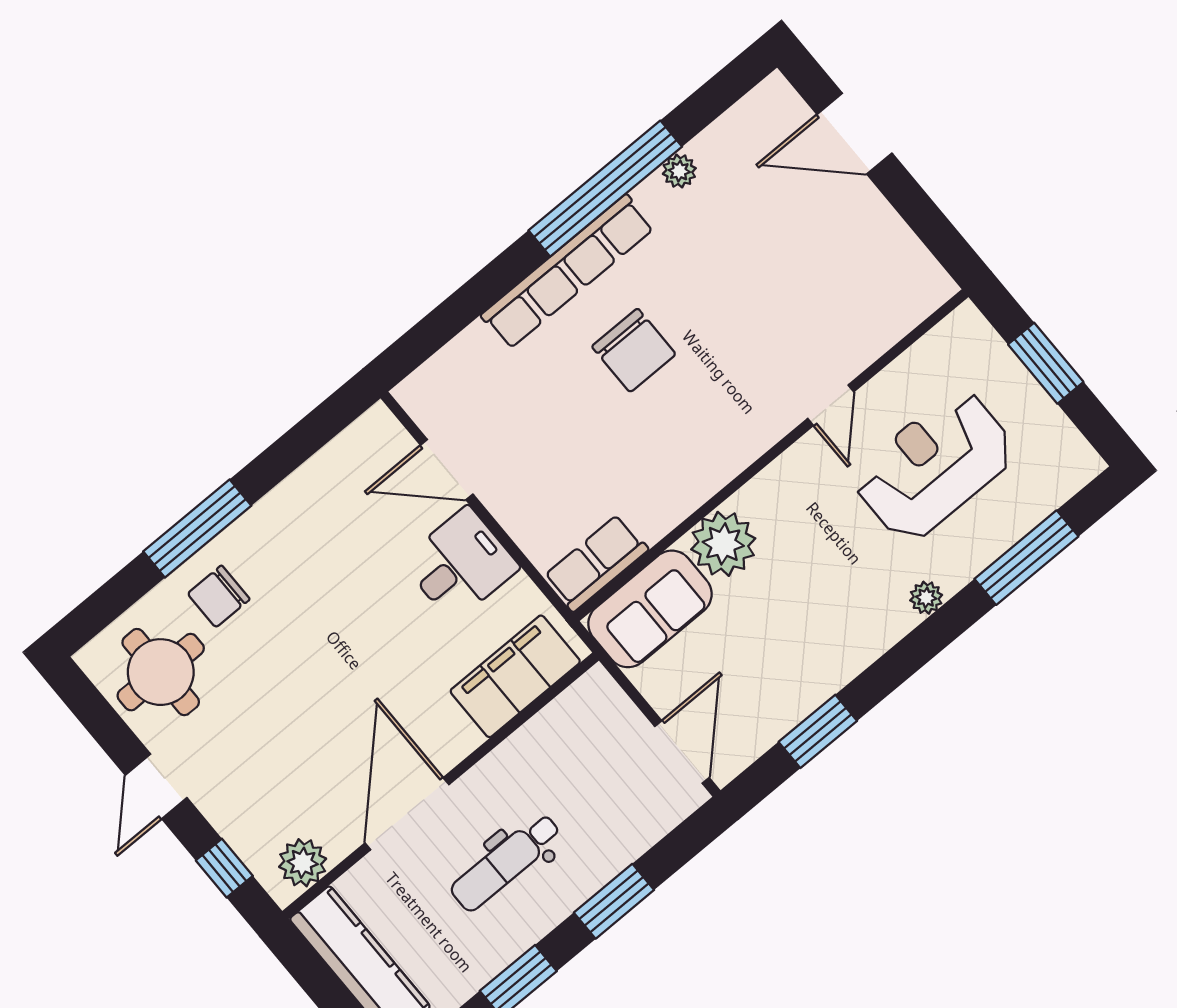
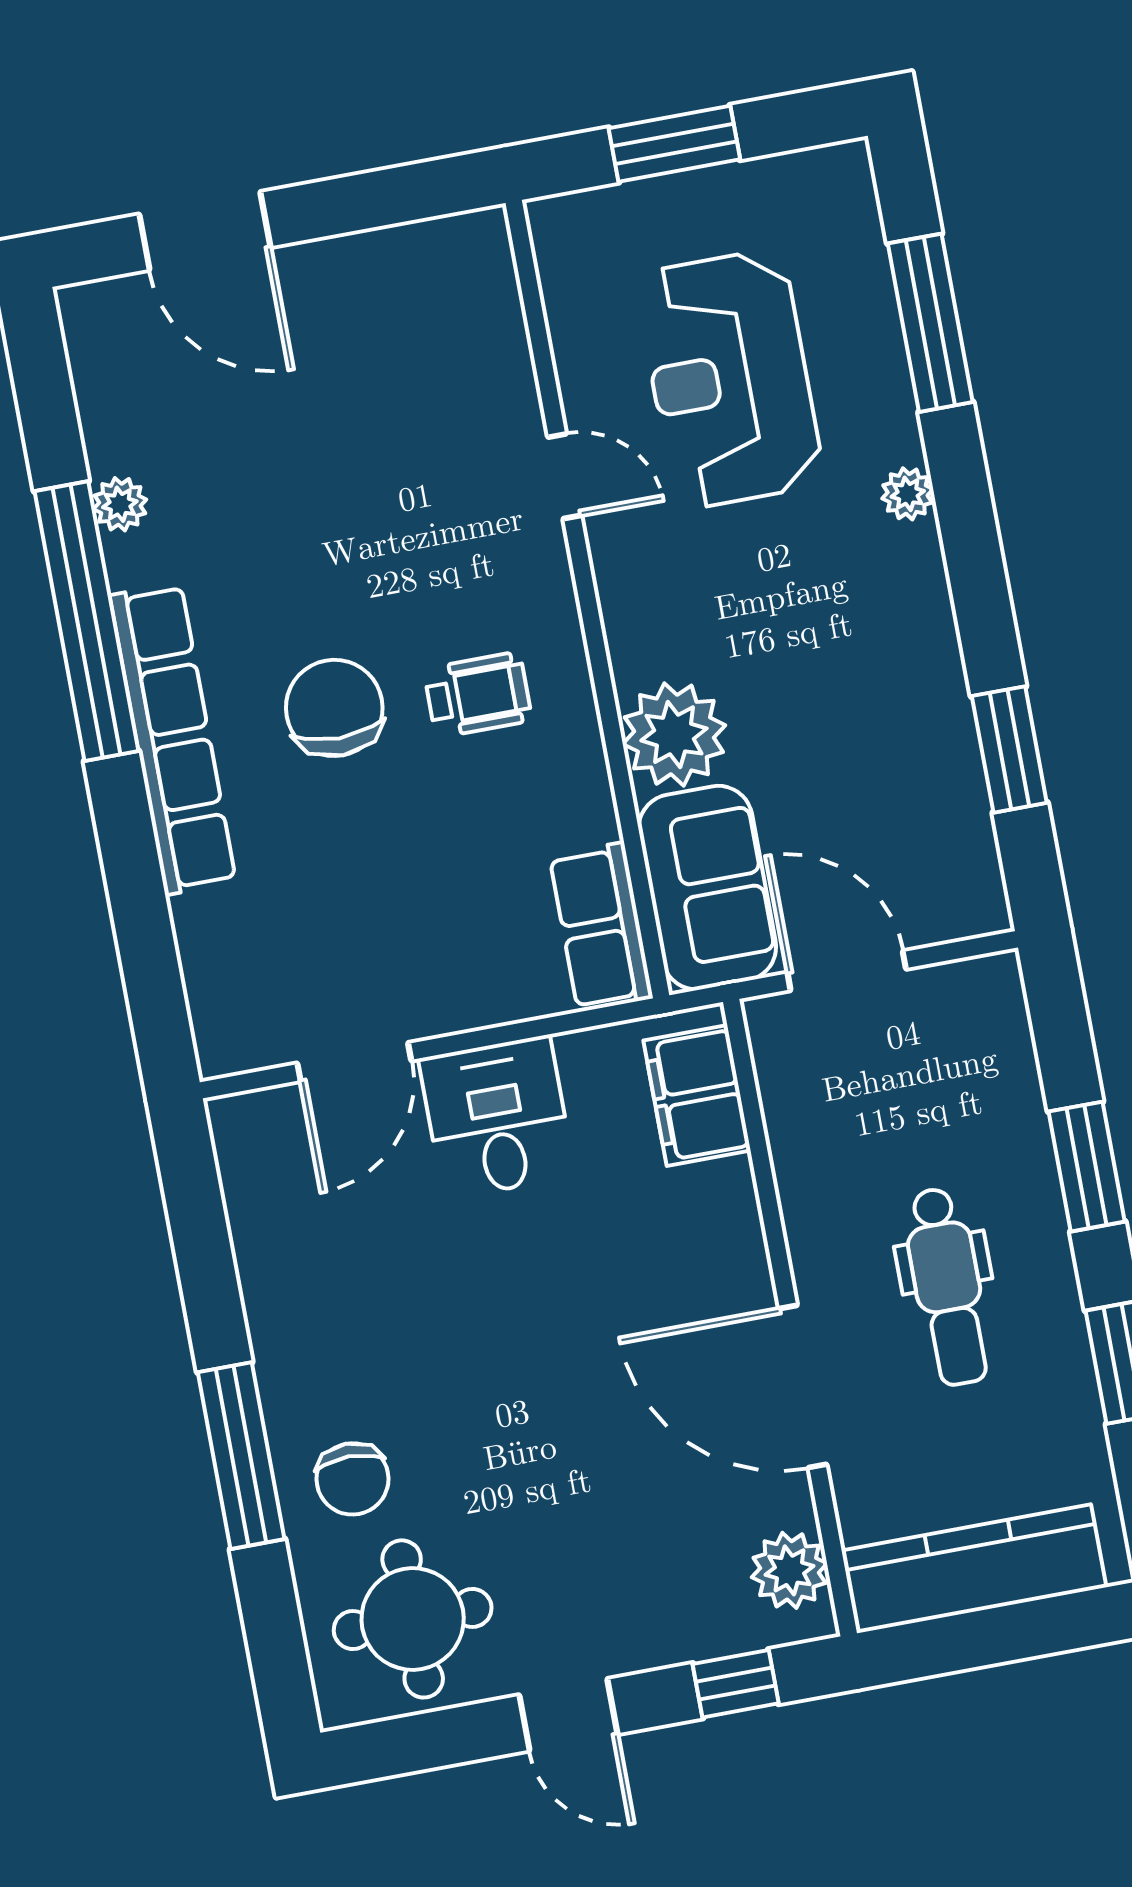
door: (855, 134) -> (205, 231), hinge flipped
chair: (634, 350) -> (334, 708), turned -90
wheelchair: (685, 425) -> (478, 695), added
filing cabinet: (515, 676) -> (697, 1095), width x0.67, depth x0.86
door: (682, 752) -> (847, 971), moved

